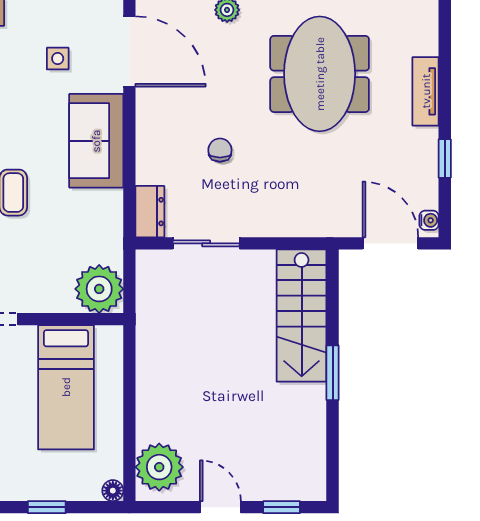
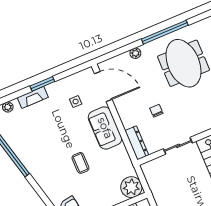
dresser: (150, 212) -> (137, 143), width x1.44
sliding door: (206, 243) -> (178, 146), moved

